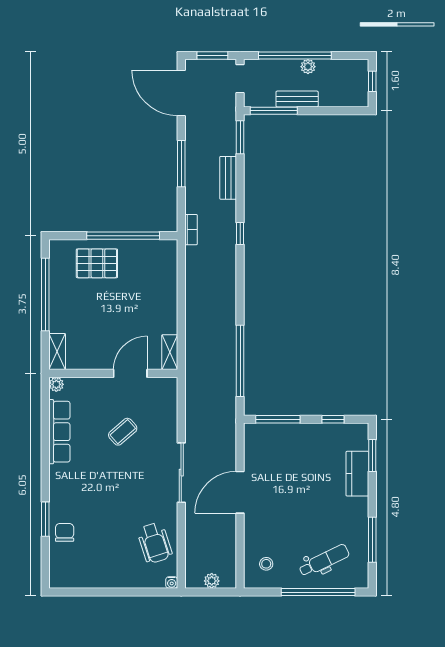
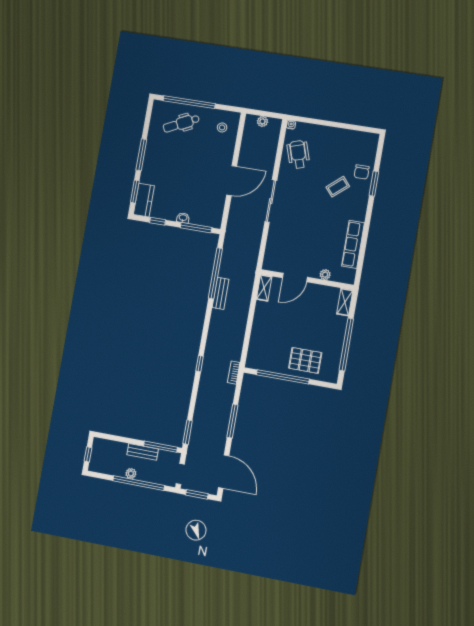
bench: (228, 178) -> (221, 293), moved
plant: (56, 384) -> (325, 275), moved
washbasin: (298, 430) -> (183, 218), added
coffee table: (123, 432) -> (338, 187), moved
kitchen counter: (357, 474) -> (144, 200), moved
window: (372, 540) -> (141, 155), moved

